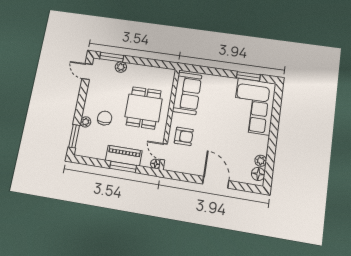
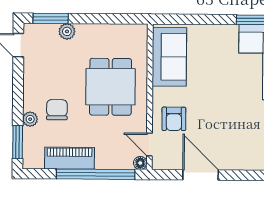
armchair: (184, 136) -> (174, 119), turned 90
piano: (124, 156) -> (69, 158), moved
window: (123, 167) -> (96, 174), width x2.11
door: (216, 182) -> (201, 175), moved

